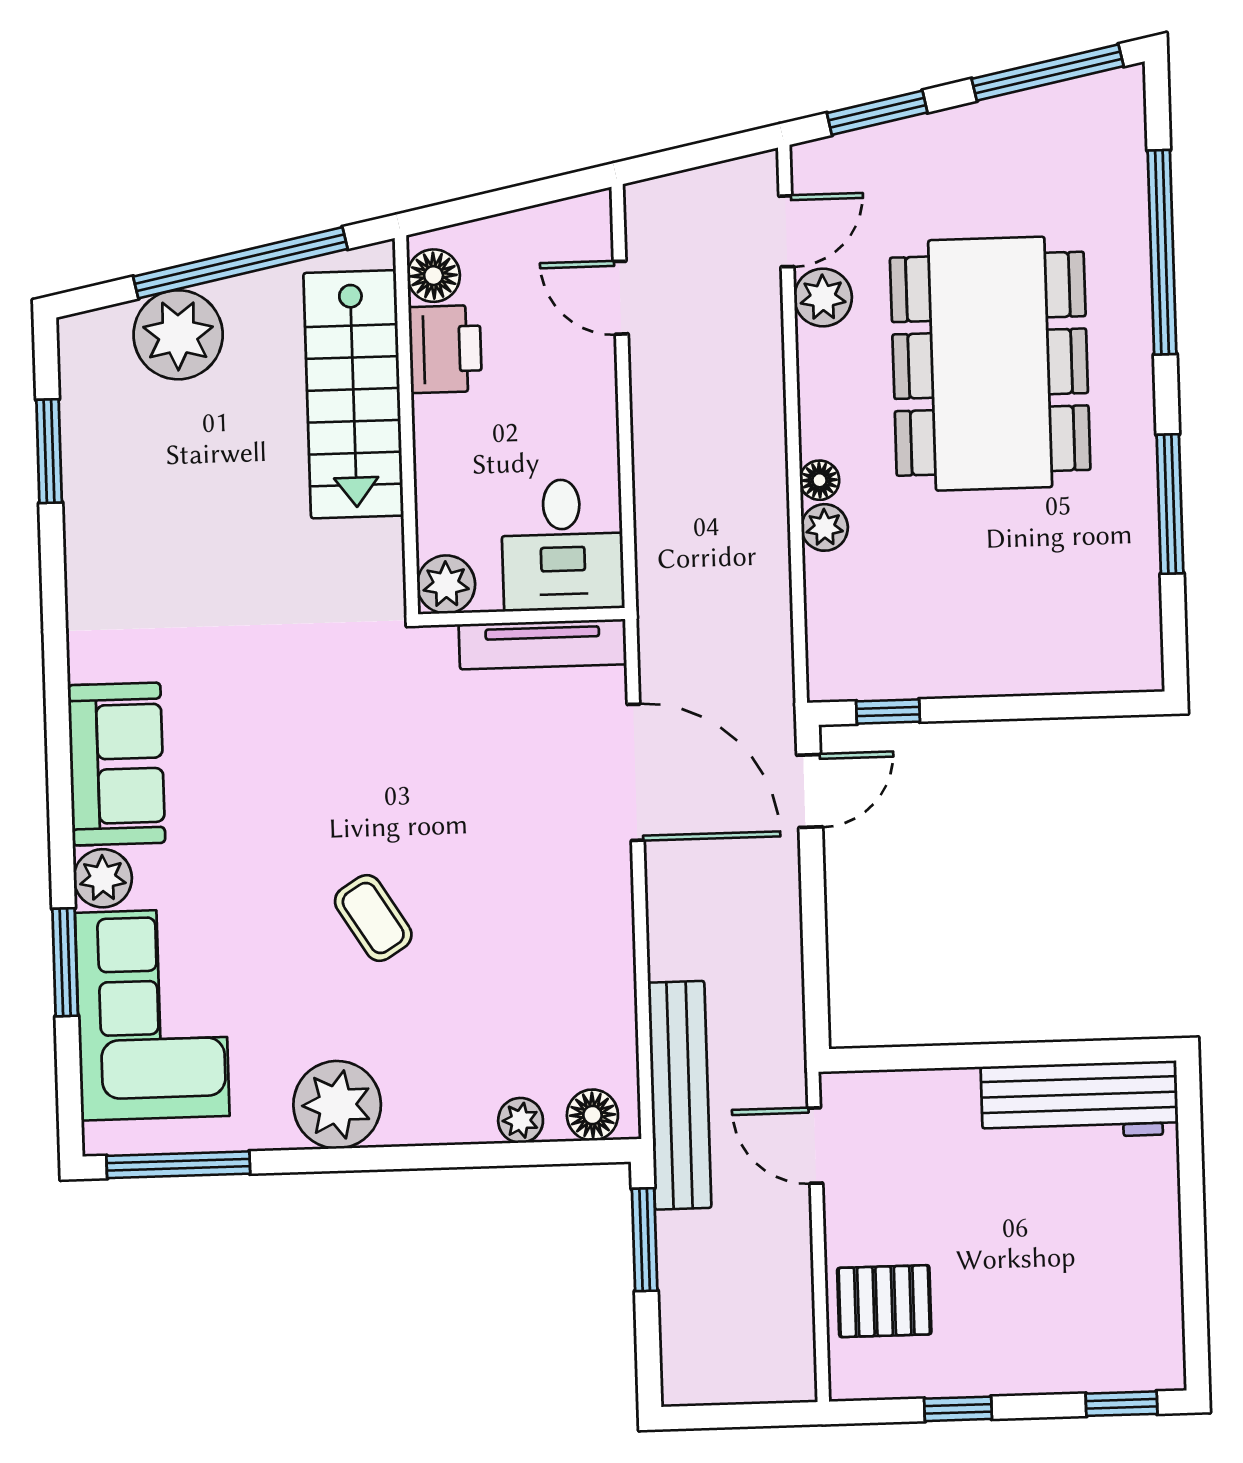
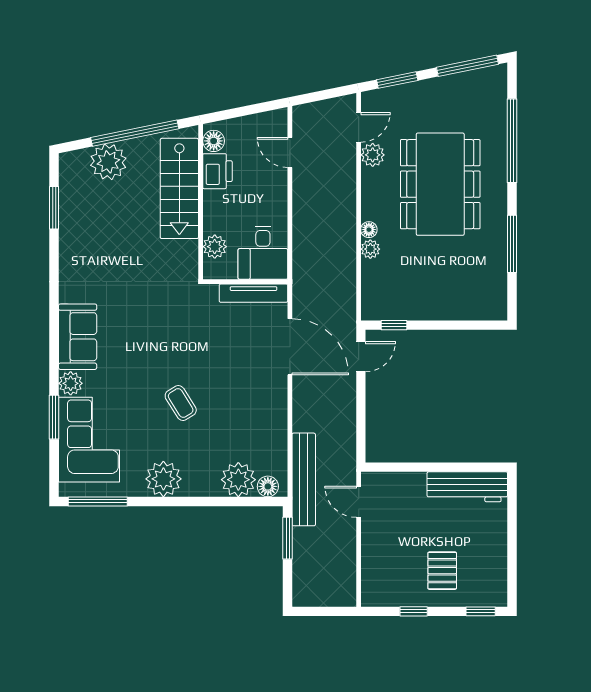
plant: (446, 584) -> (215, 247), moved
plant: (521, 1120) -> (238, 480), width x1.88, depth x1.88
pallet: (884, 1301) -> (442, 571), moved, turned 90

